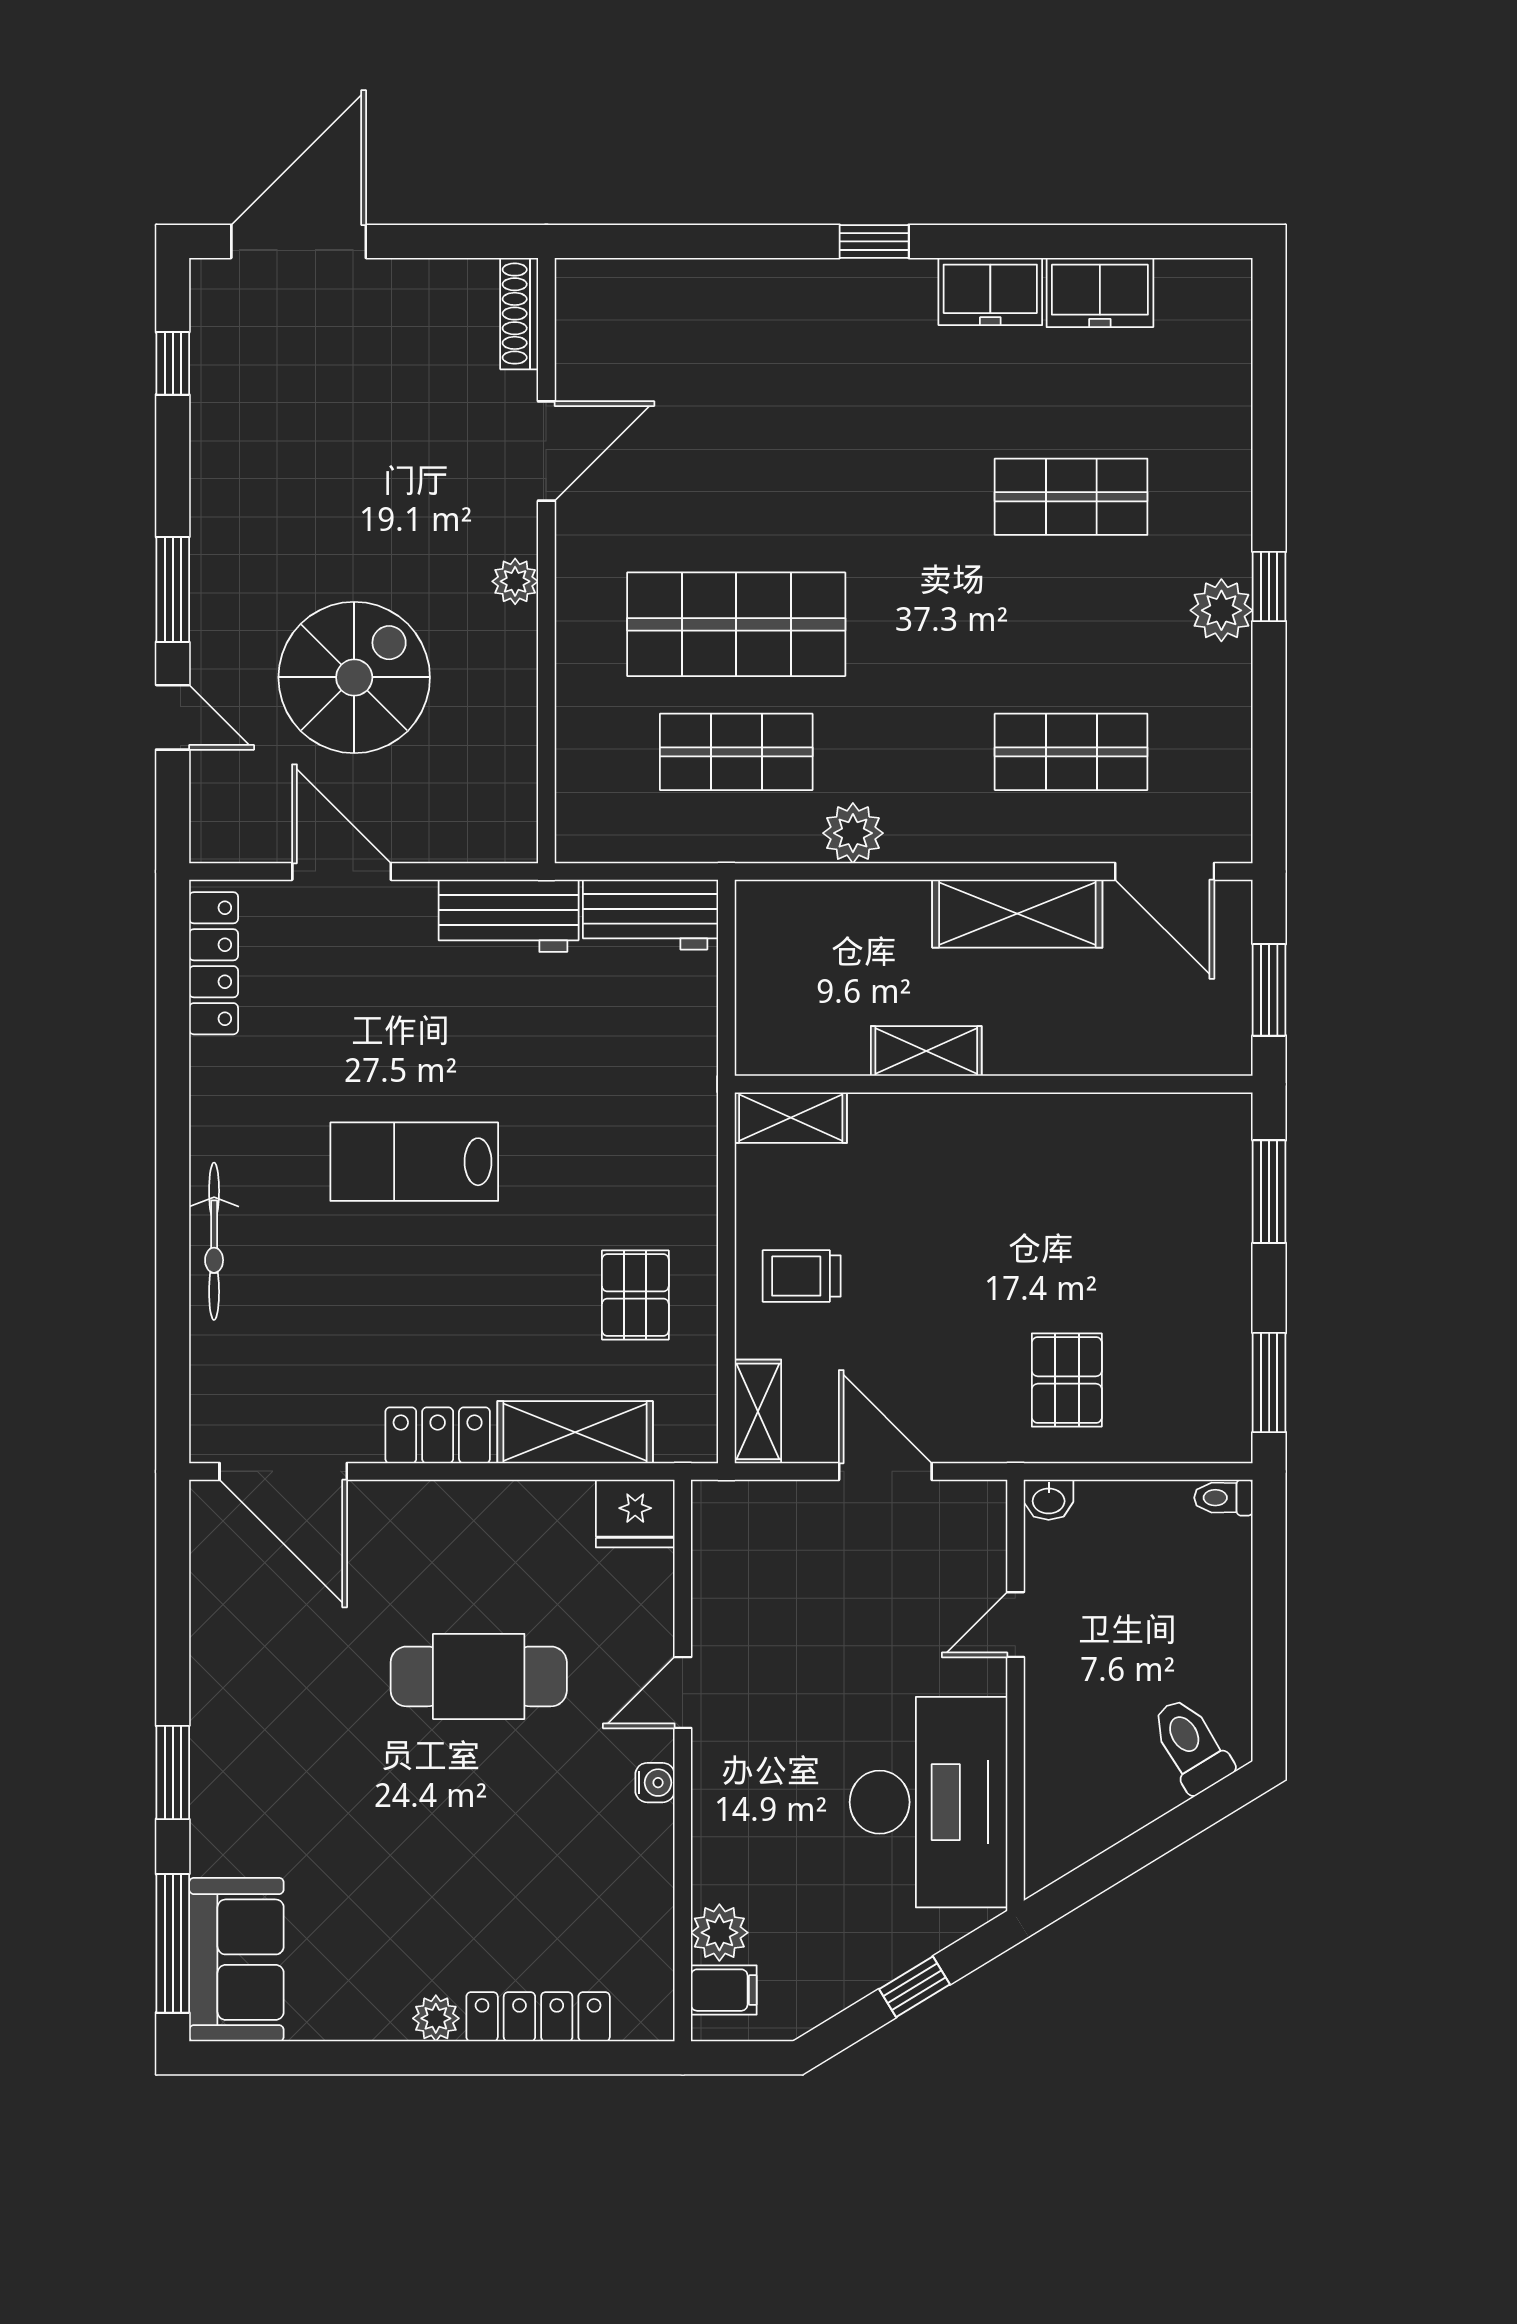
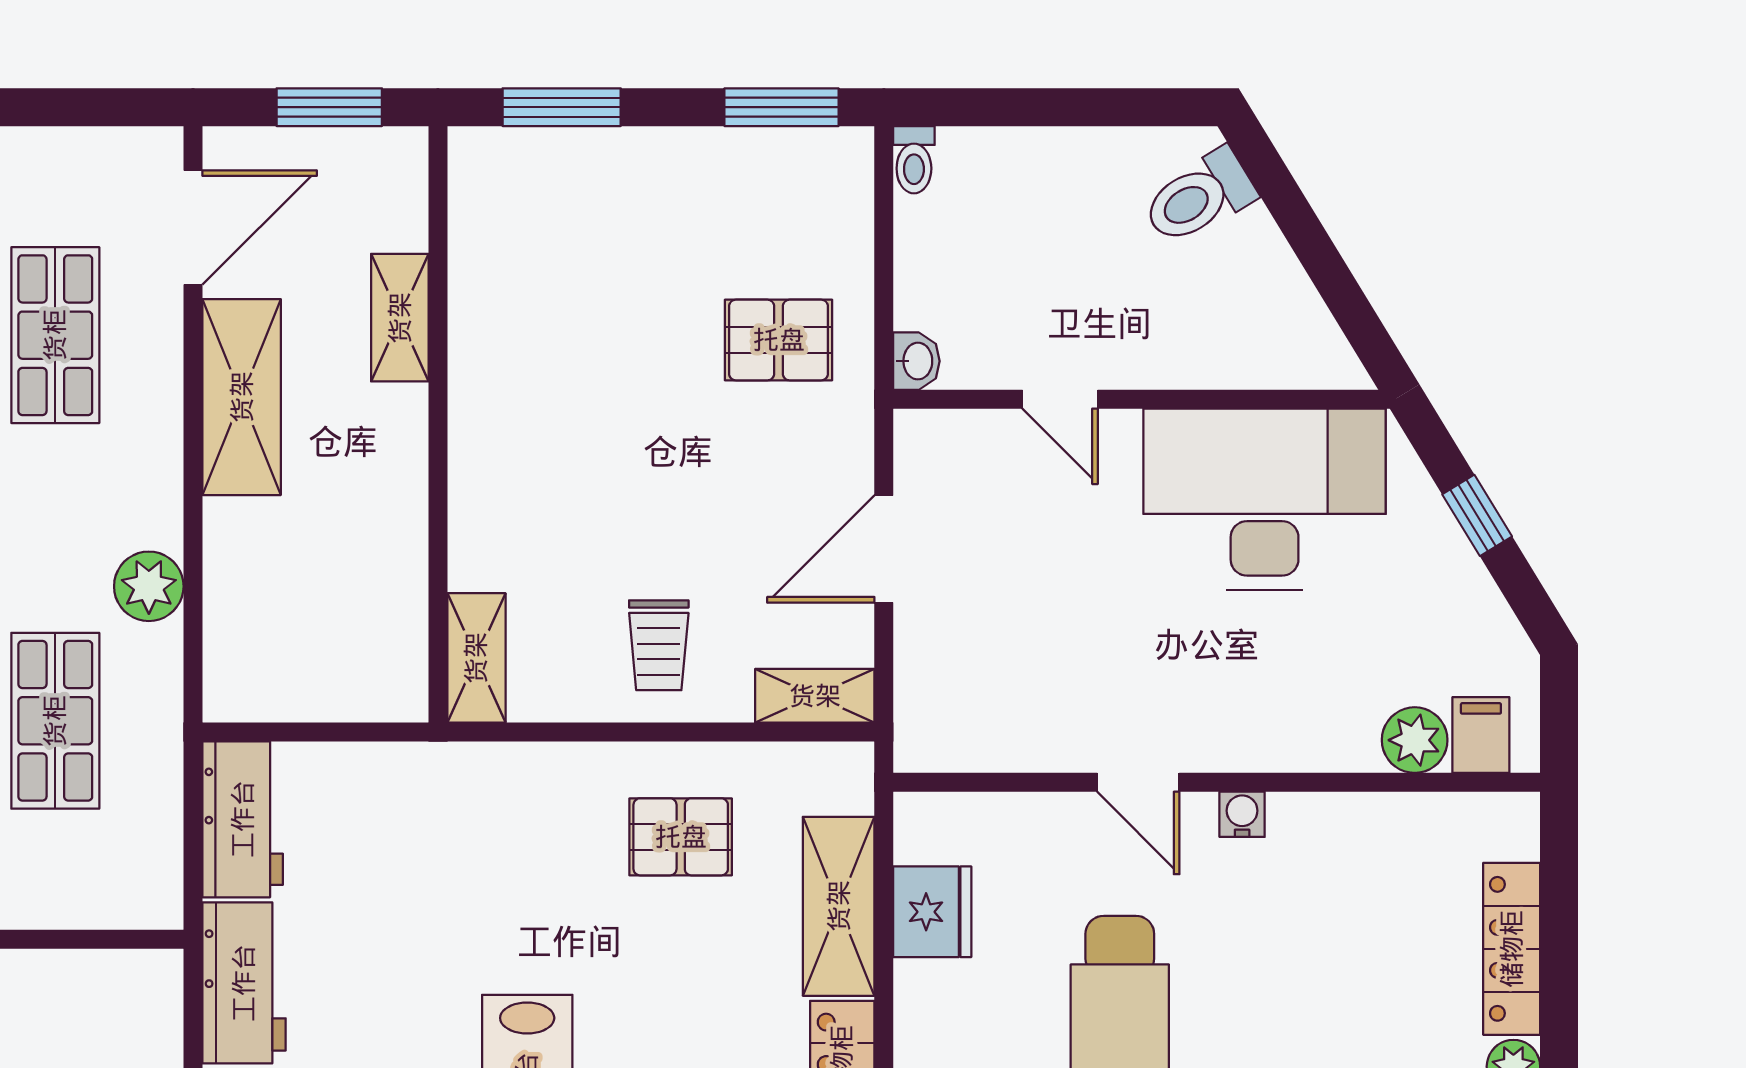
shelving: (926, 1051) -> (400, 318), moved
fridge: (635, 1514) -> (932, 912), moved

